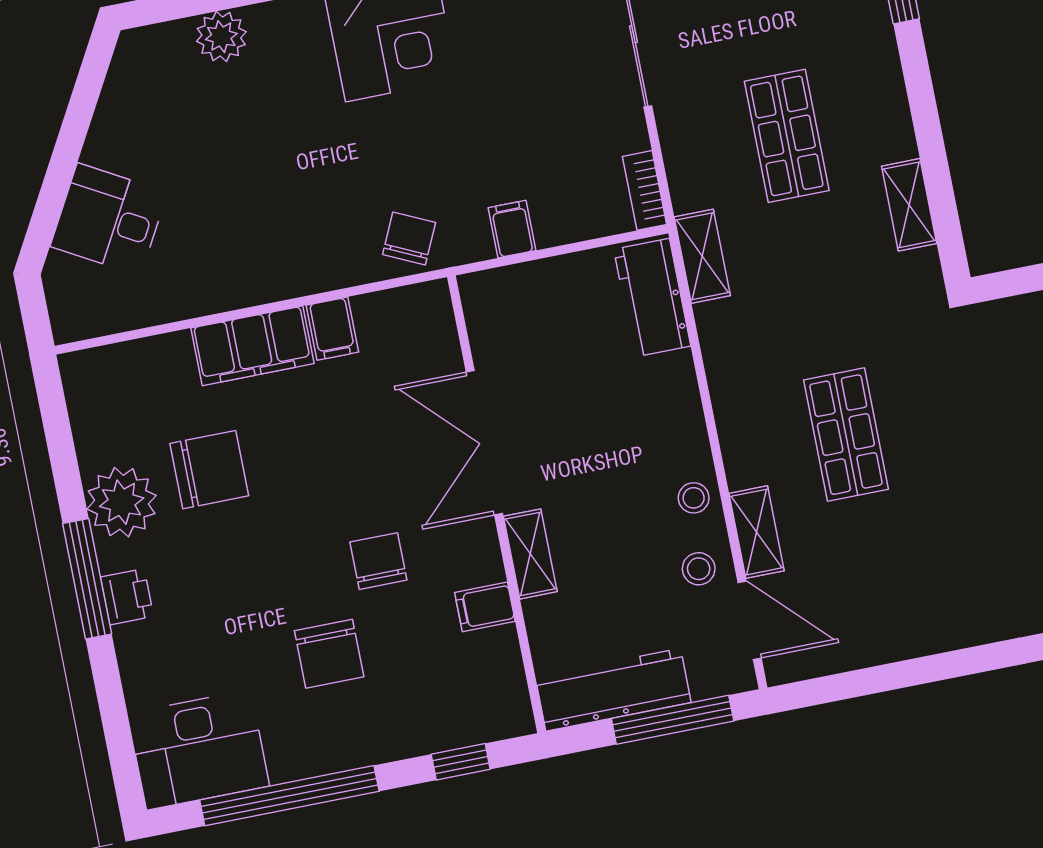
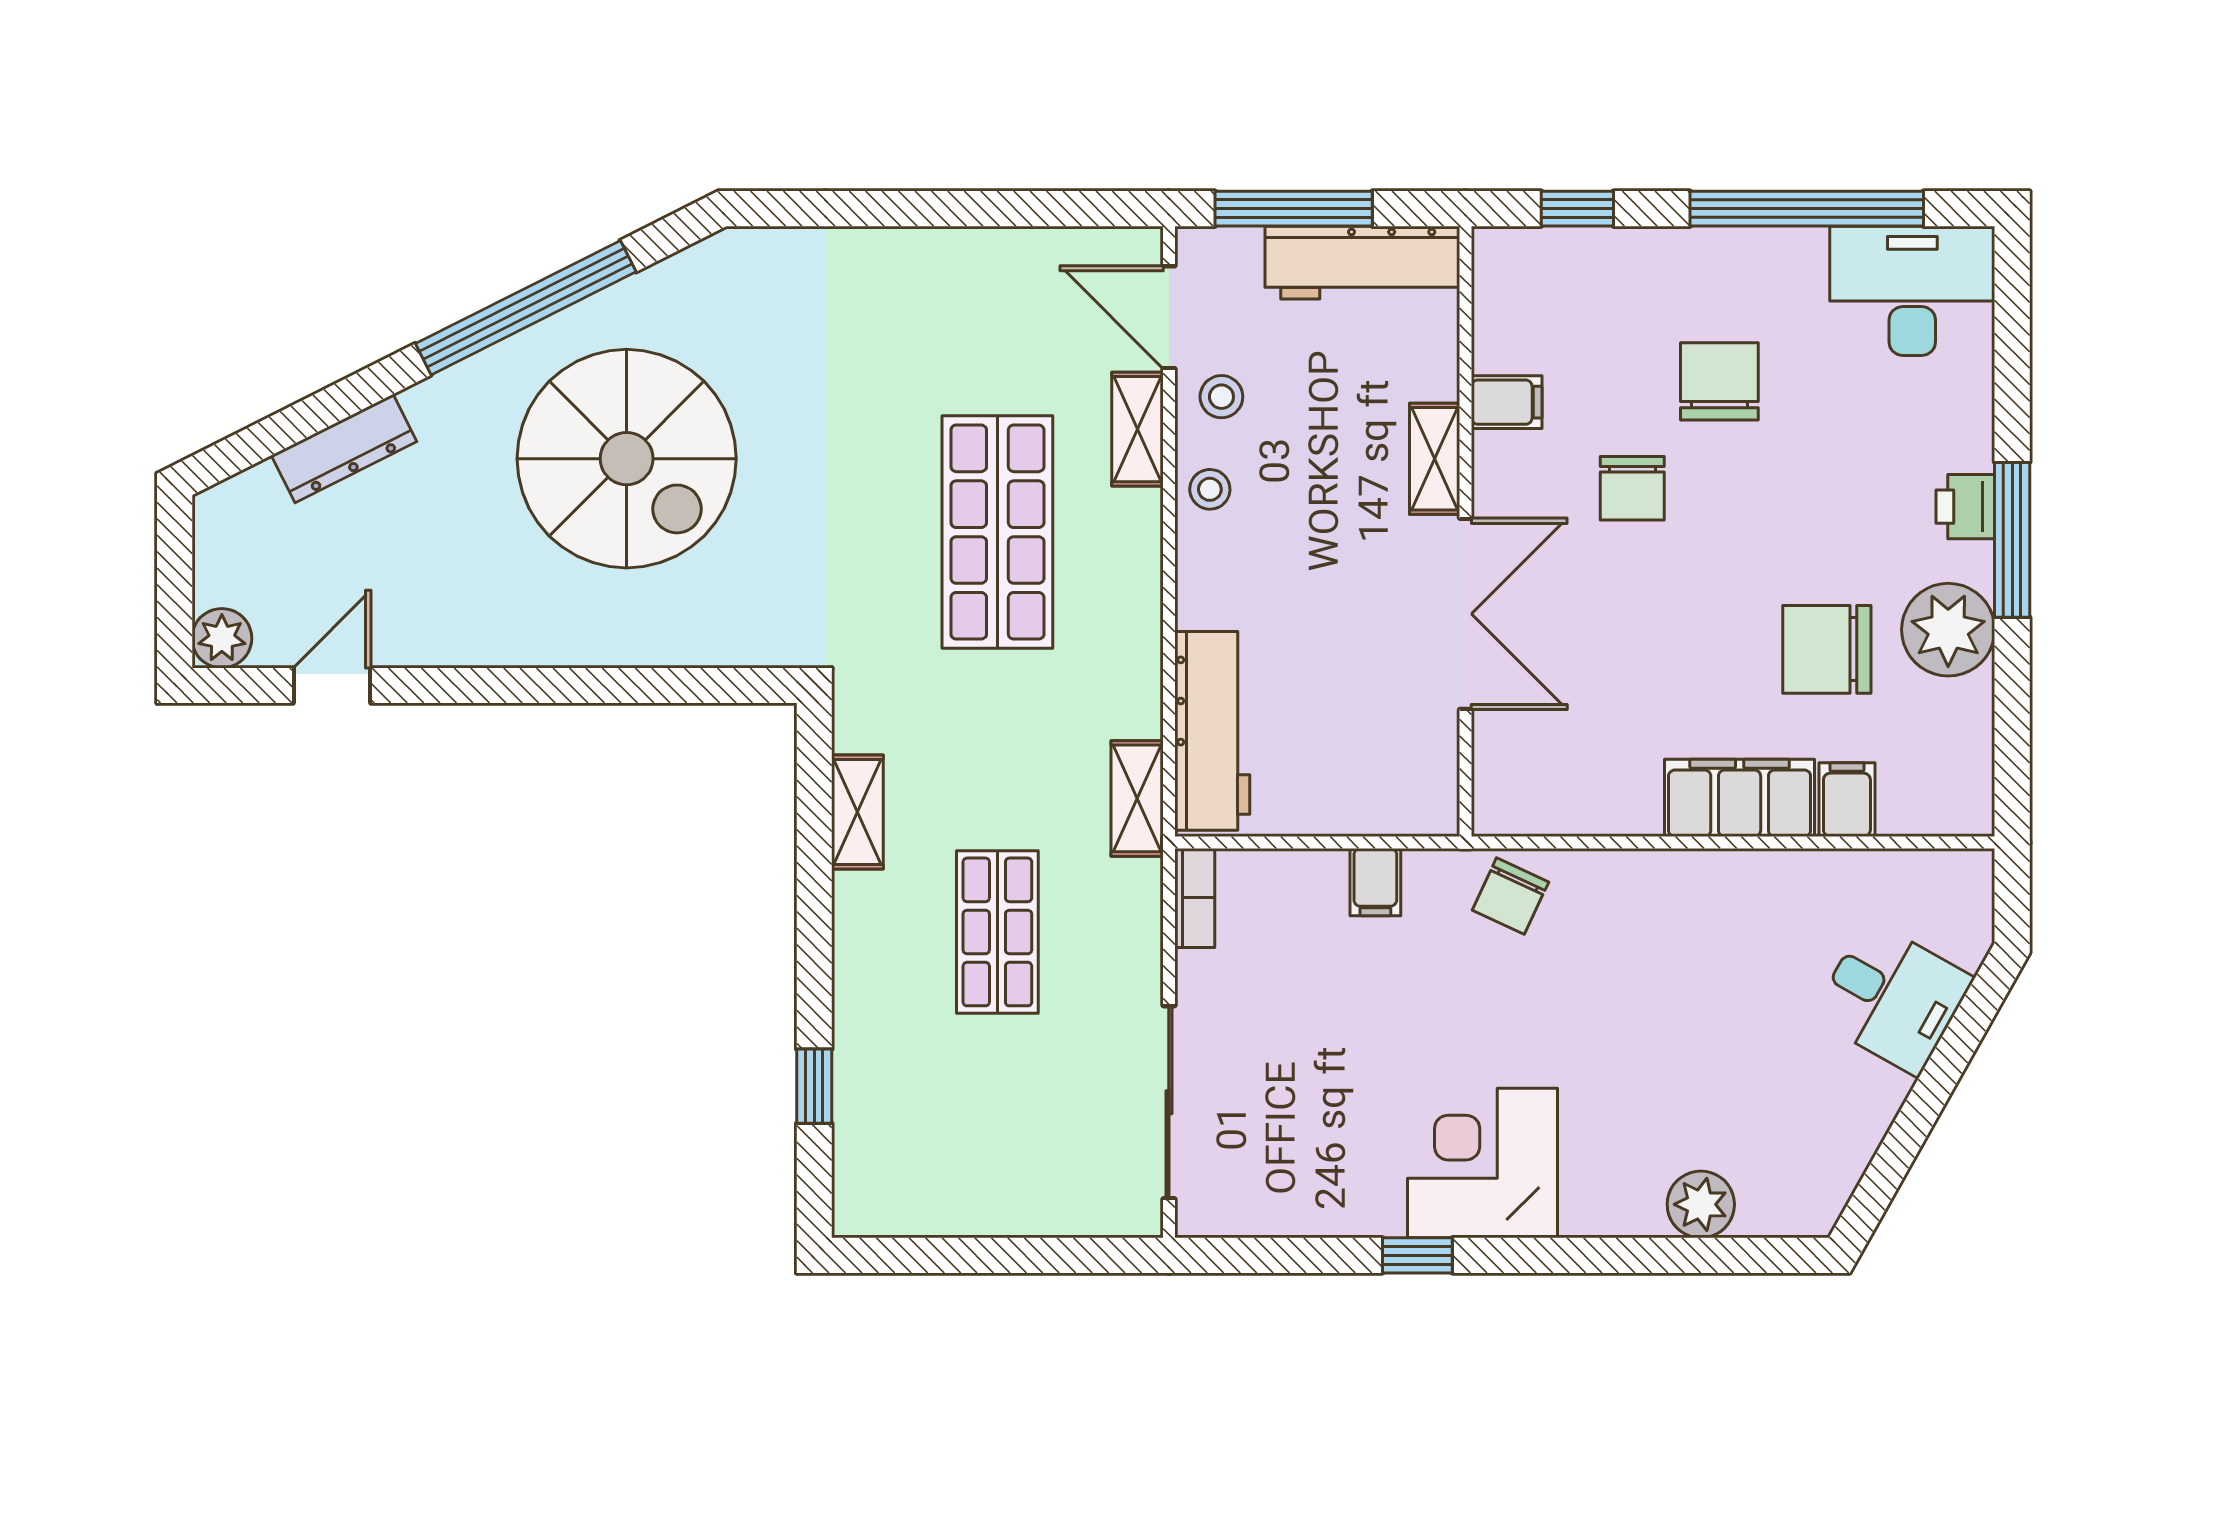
workbench: (652, 298) -> (1212, 731), width x1.38
filing cabinet: (332, 329) -> (1847, 800), moved
shop shelf: (846, 435) -> (997, 532), width x1.43, depth x1.36

